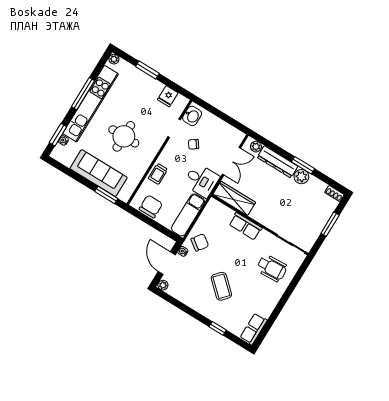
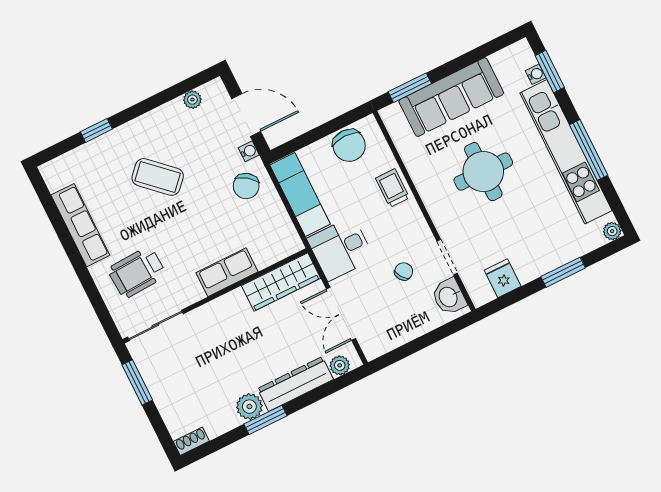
window: (330, 224) -> (137, 382), moved
plant: (163, 285) -> (192, 100), moved
row of seats: (254, 329) -> (80, 225), moved, width x1.48

